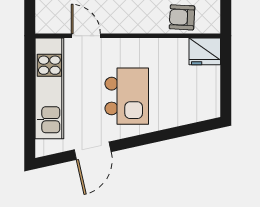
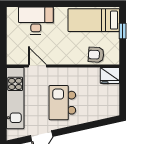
kitchen island: (127, 96) -> (62, 103), turned 180

